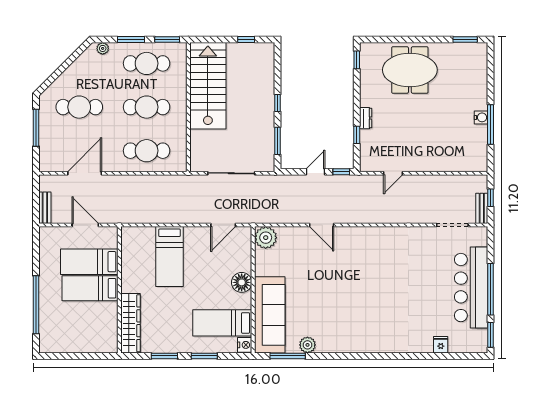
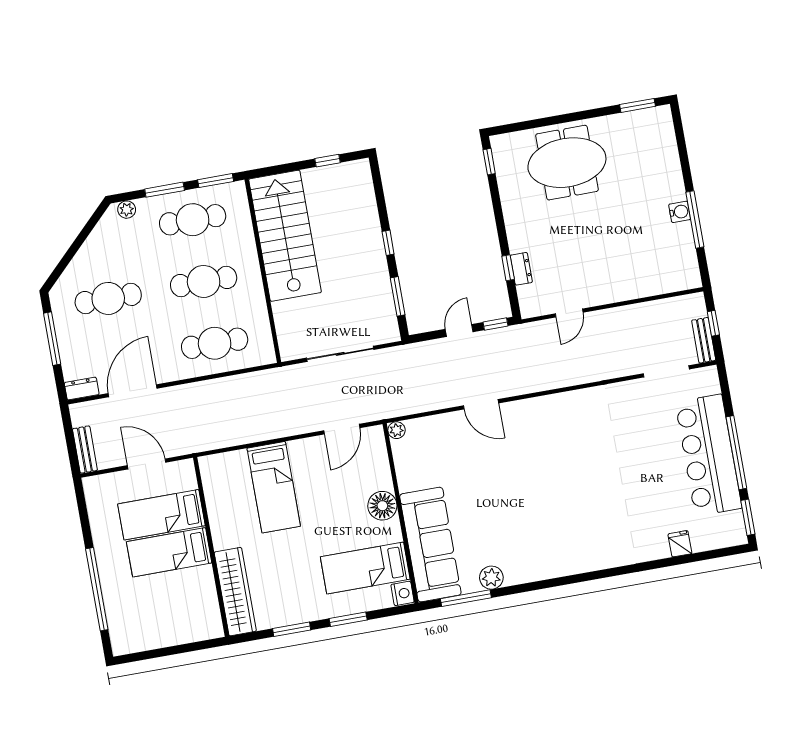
dresser: (366, 118) -> (521, 269), moved
dresser: (50, 165) -> (82, 389), added
plant: (266, 238) -> (396, 430), width x0.53, depth x0.53

